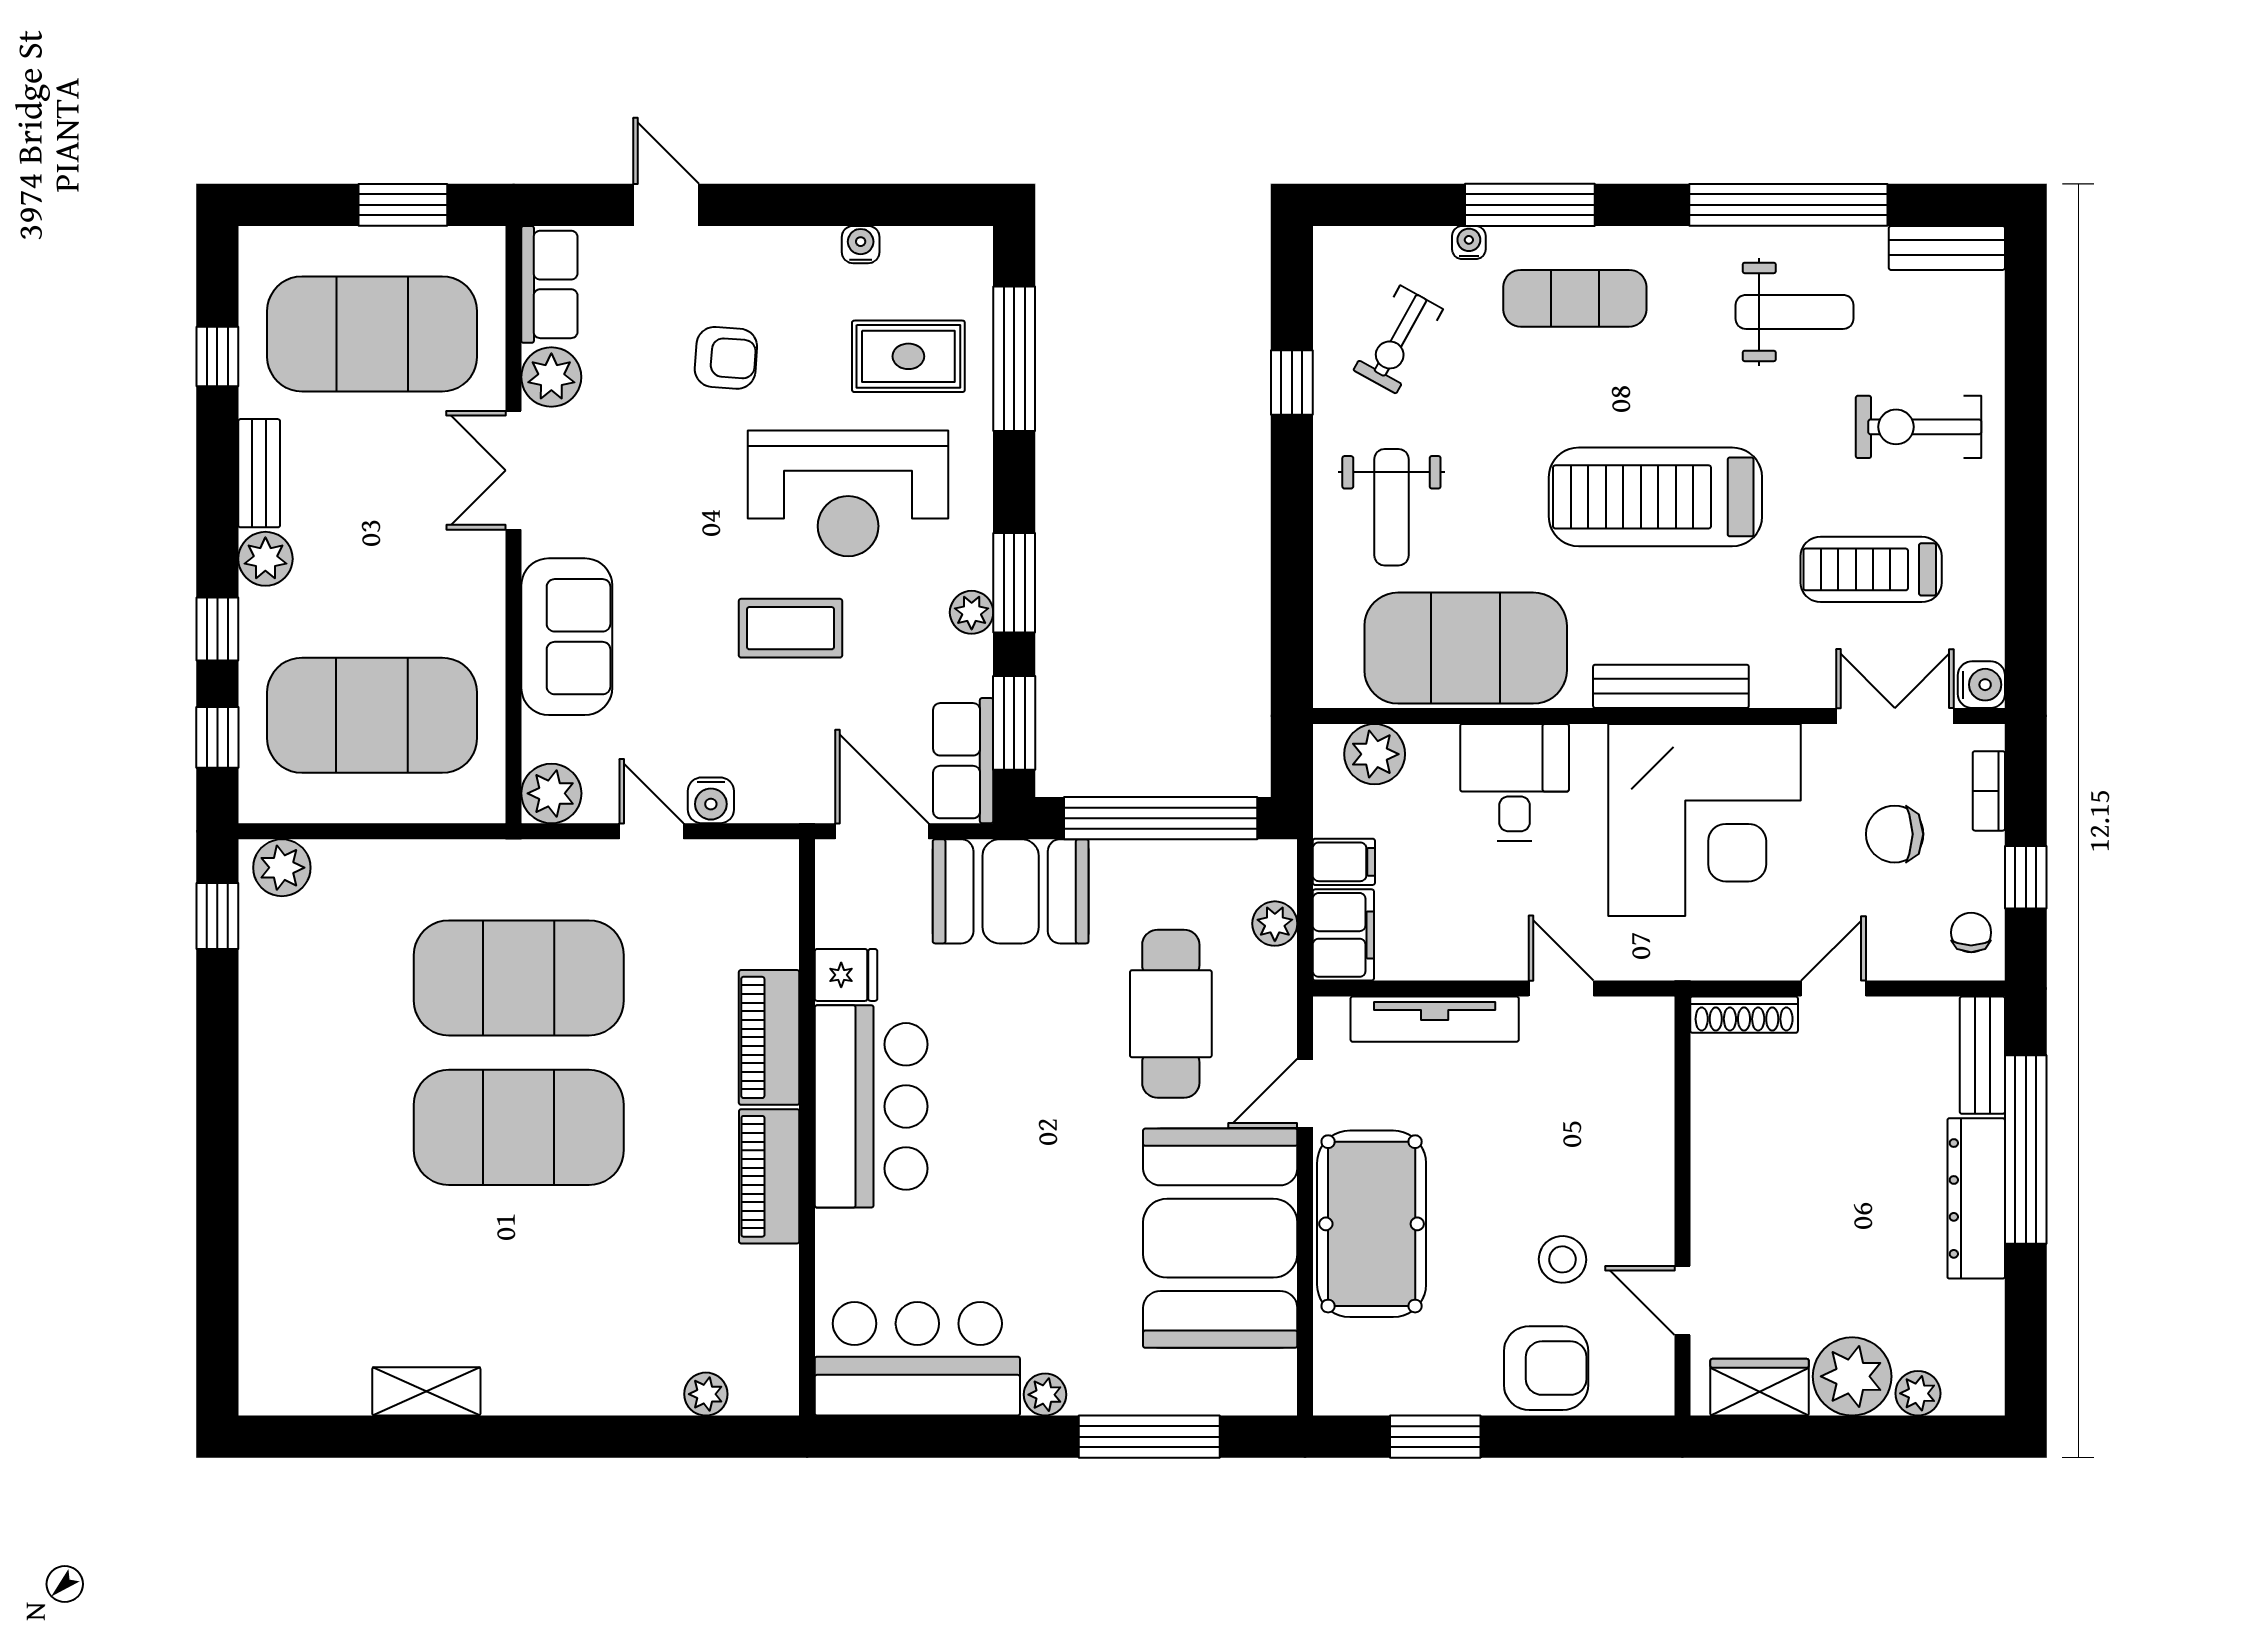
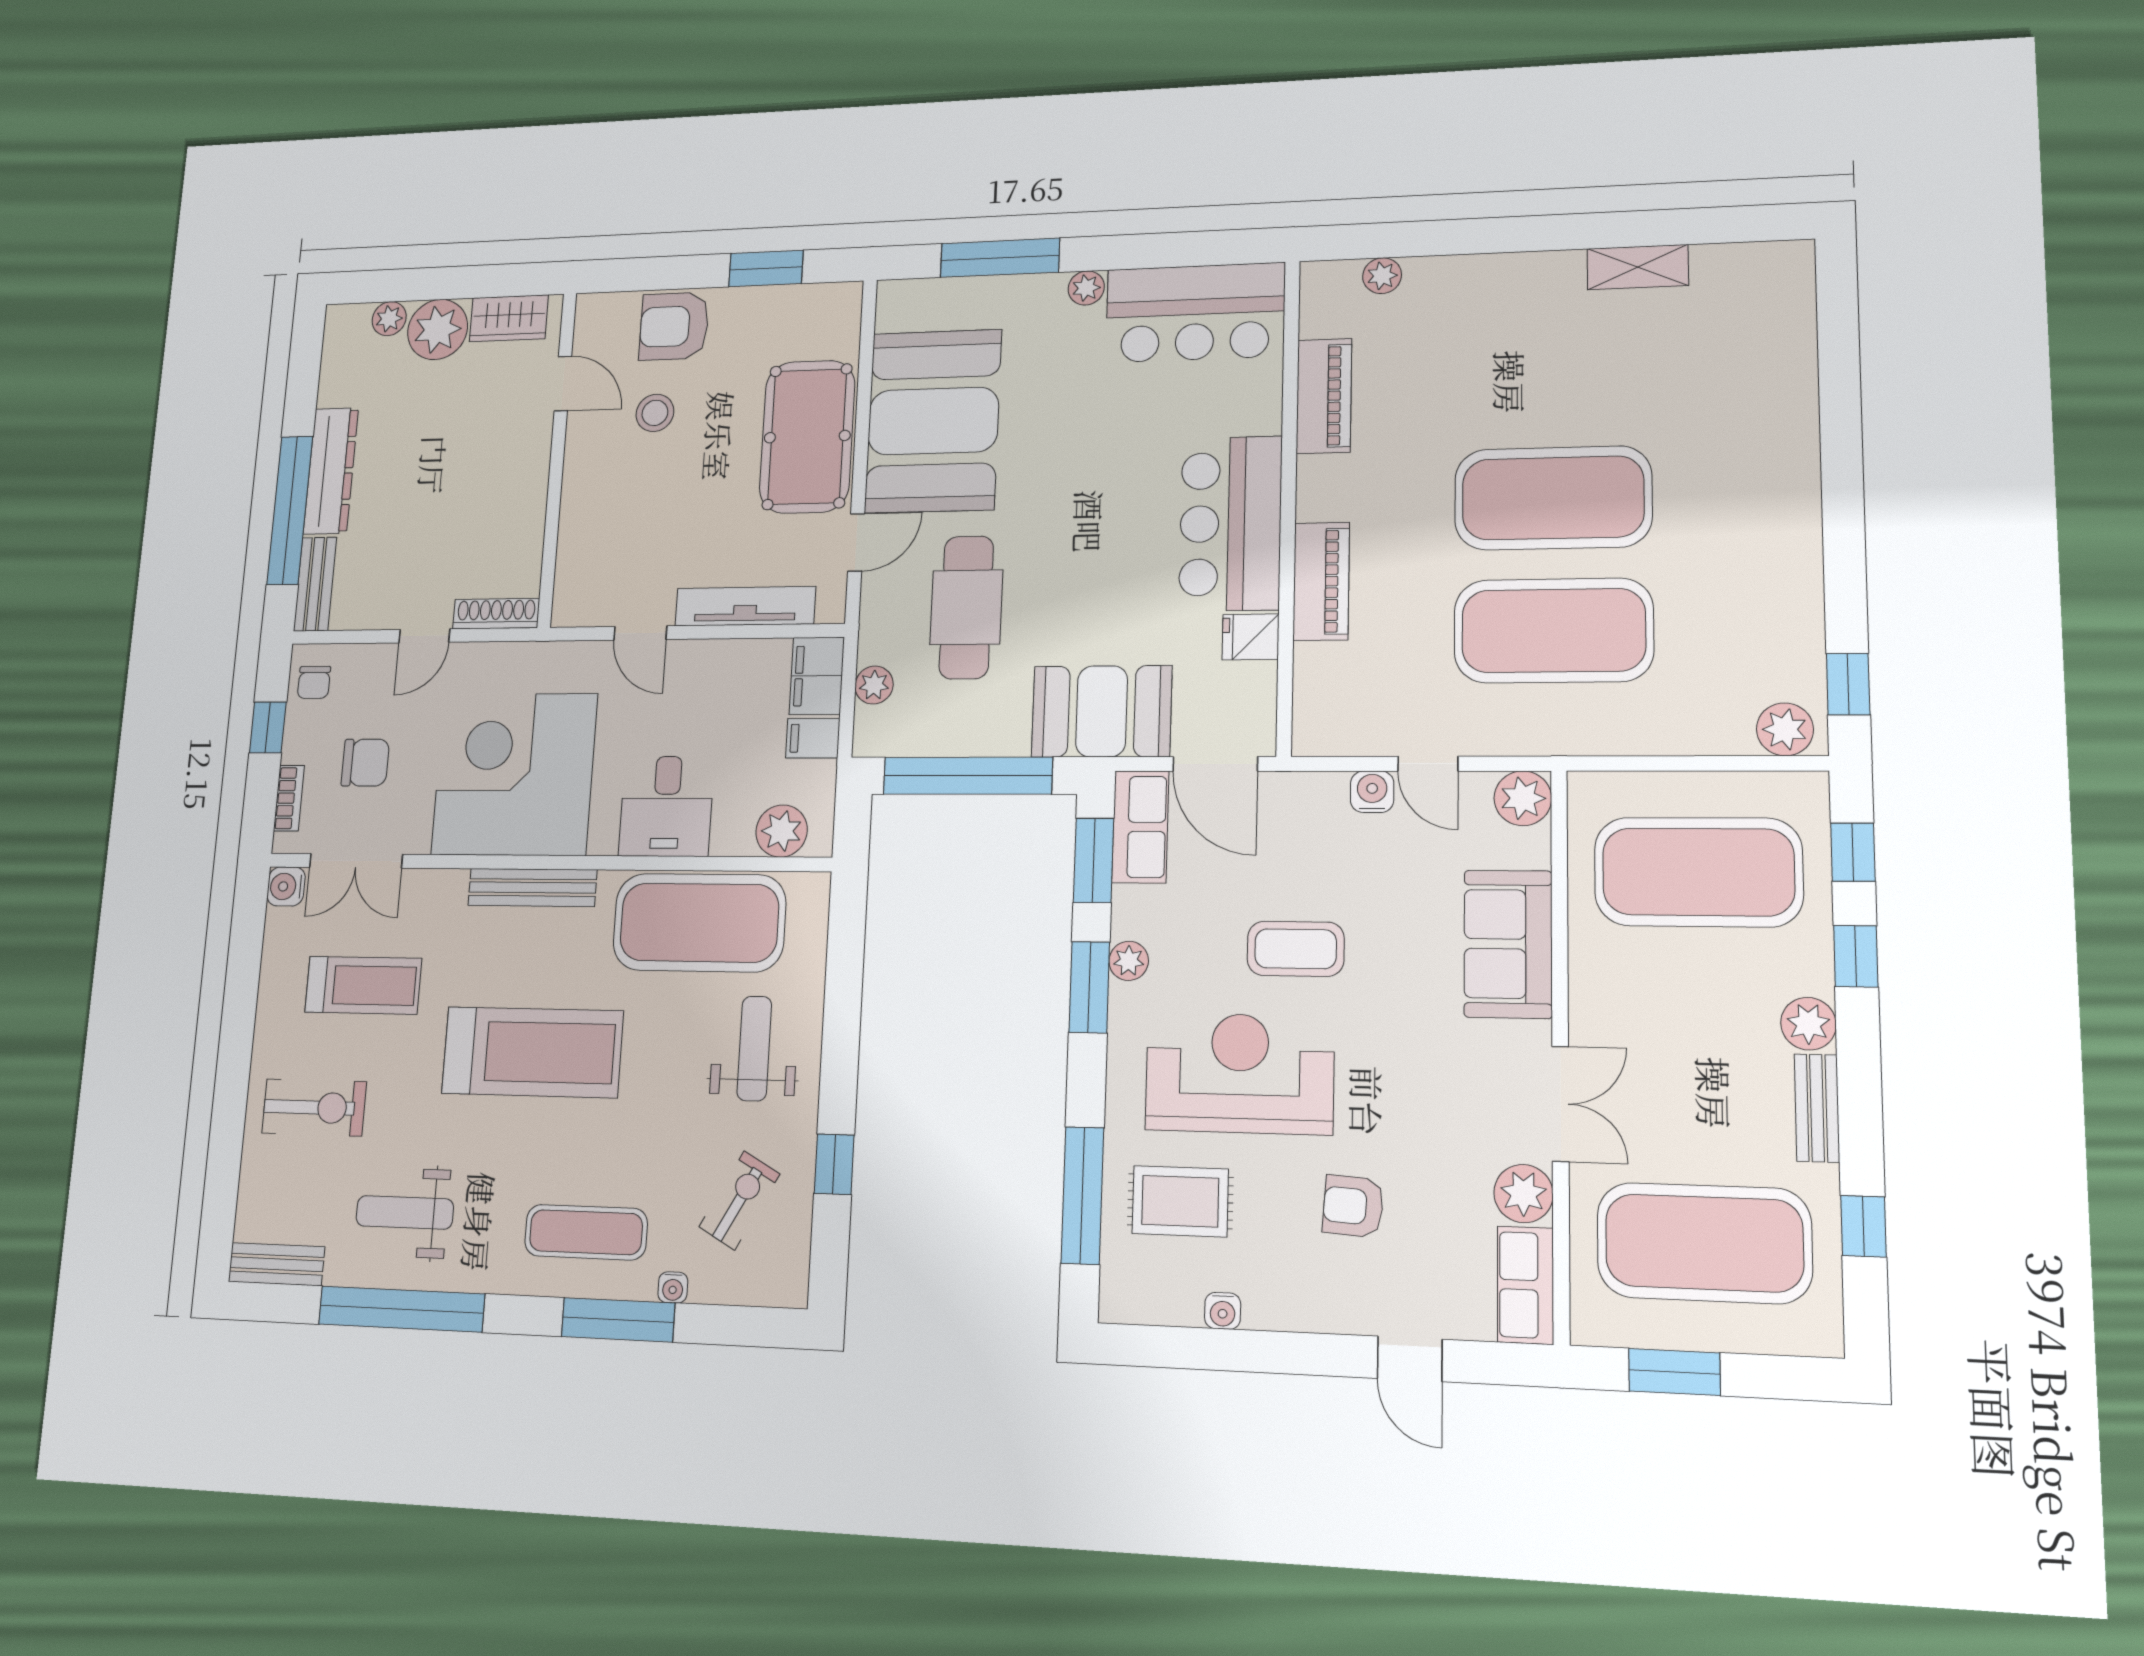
piano: (769, 1176) -> (1324, 396), moved

